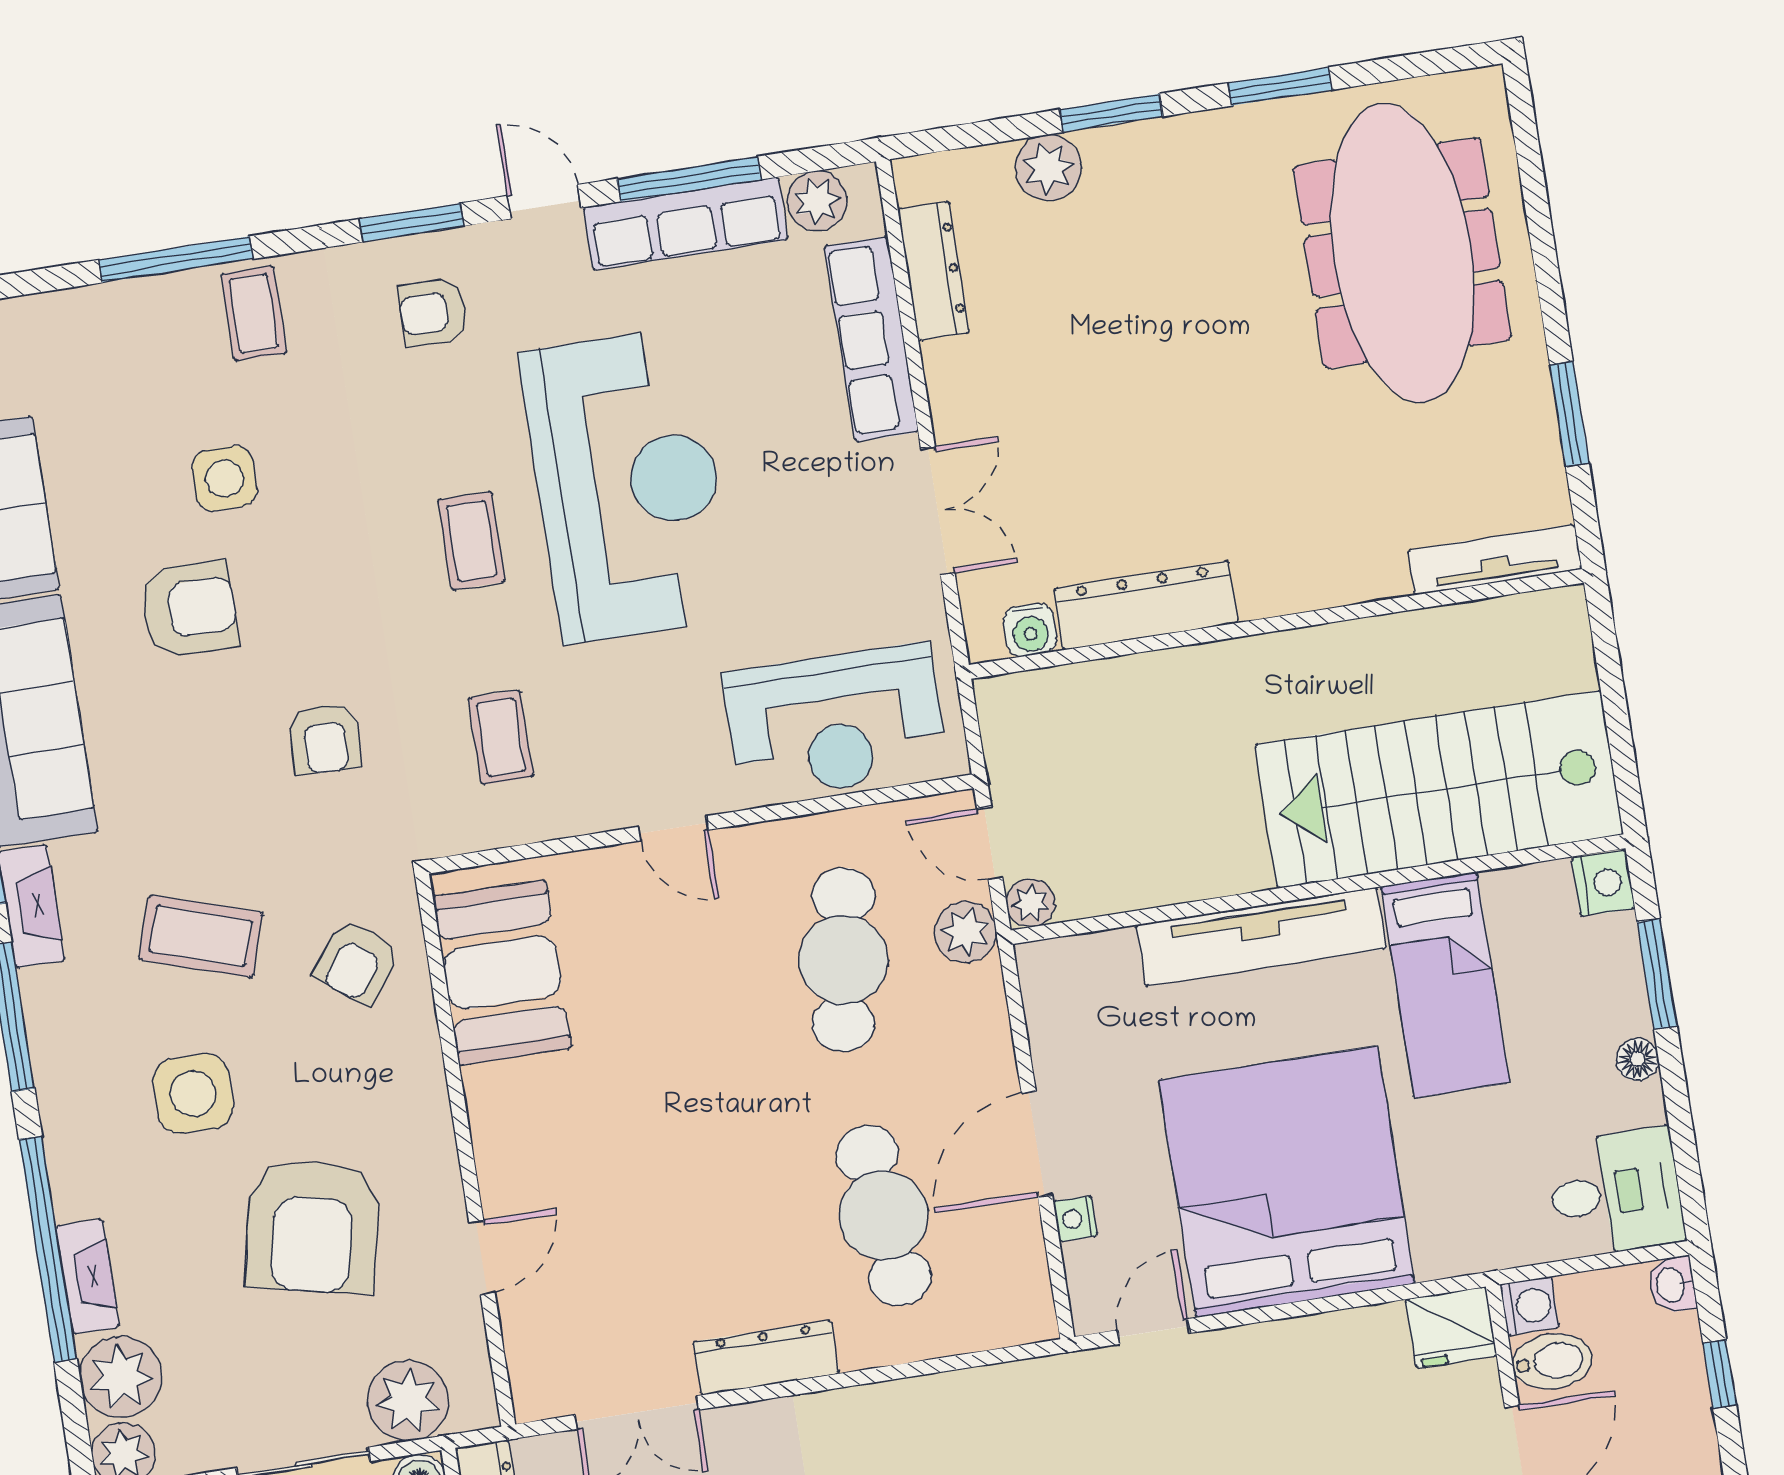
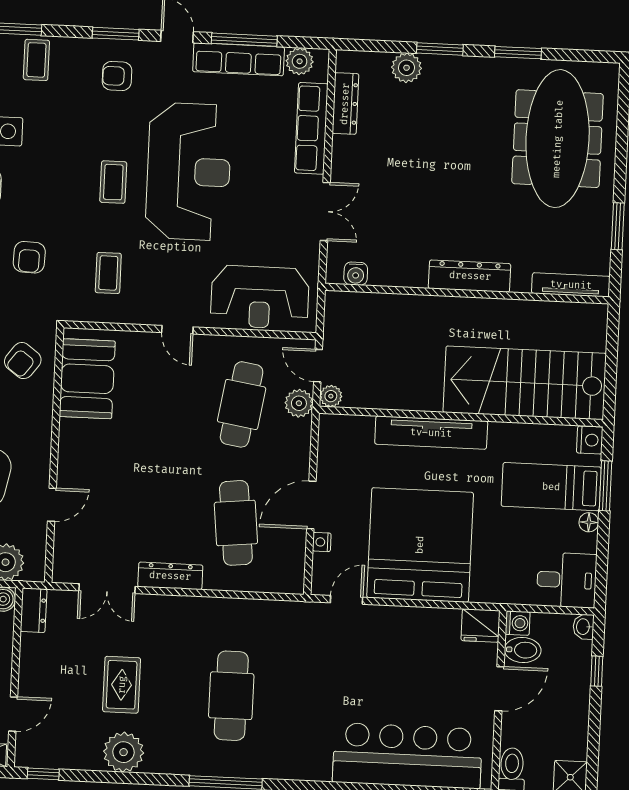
dresser: (1146, 605) -> (470, 276), moved
bed: (1445, 984) -> (551, 487), moved, turned 90

